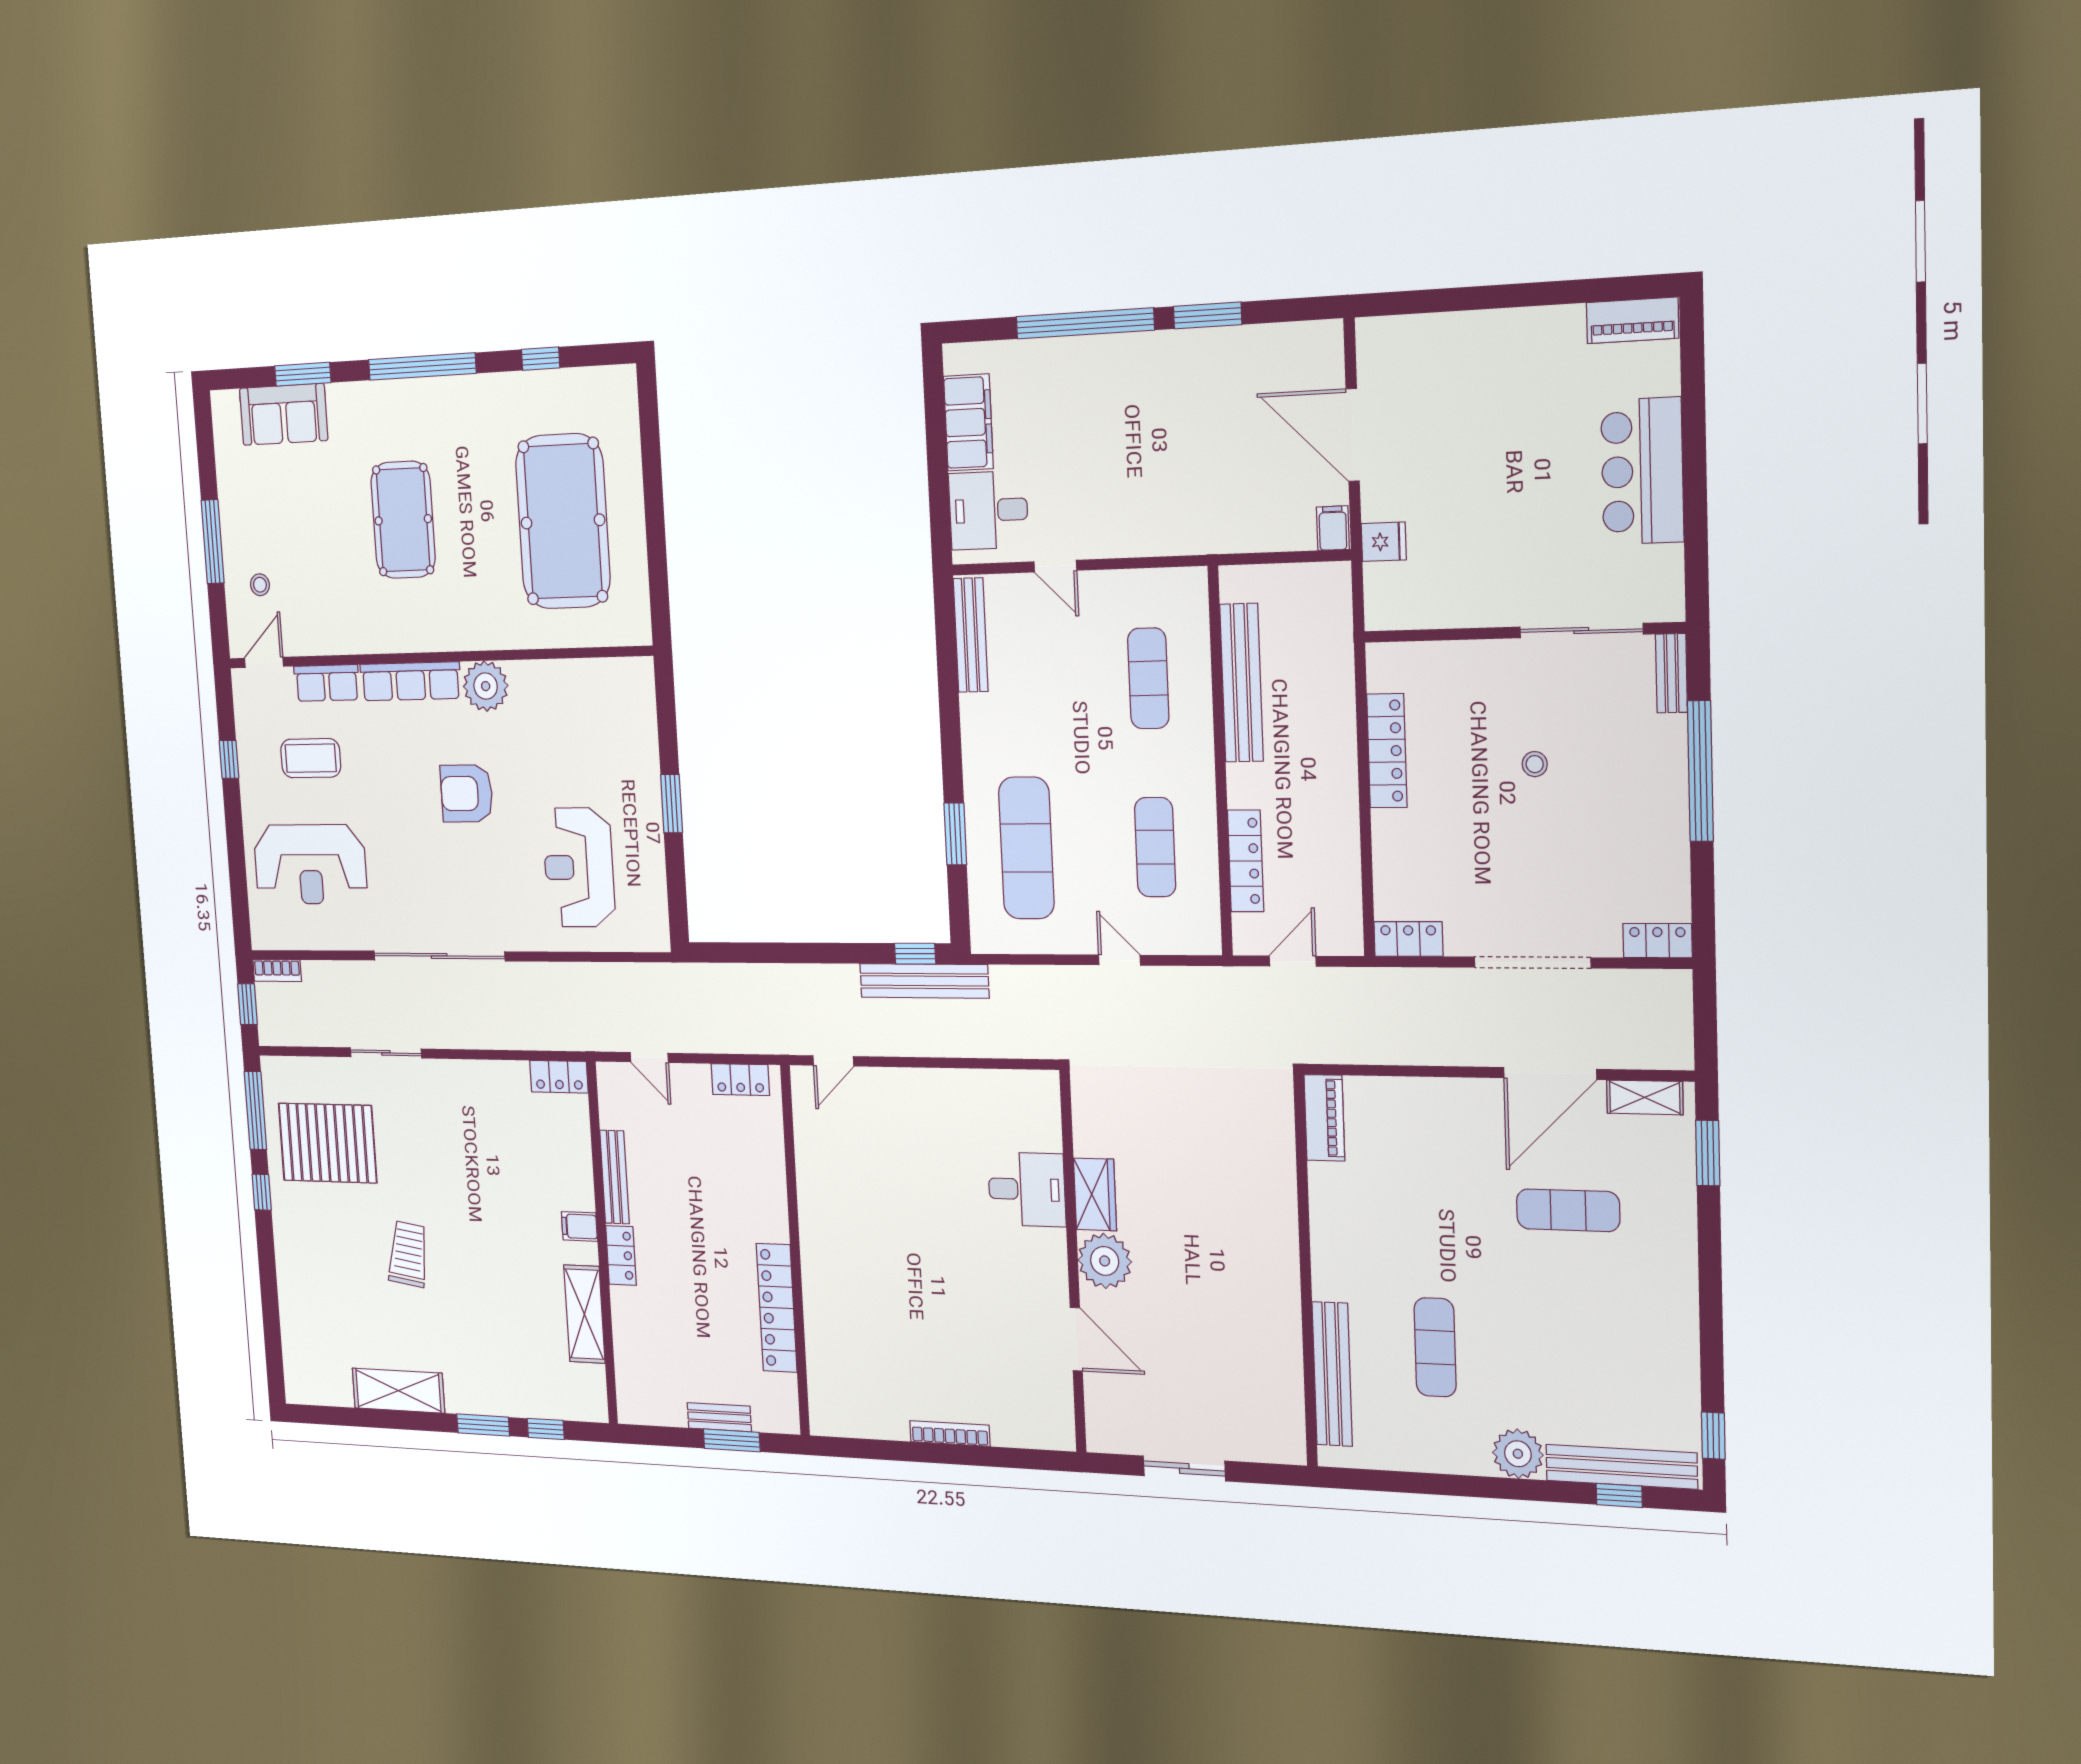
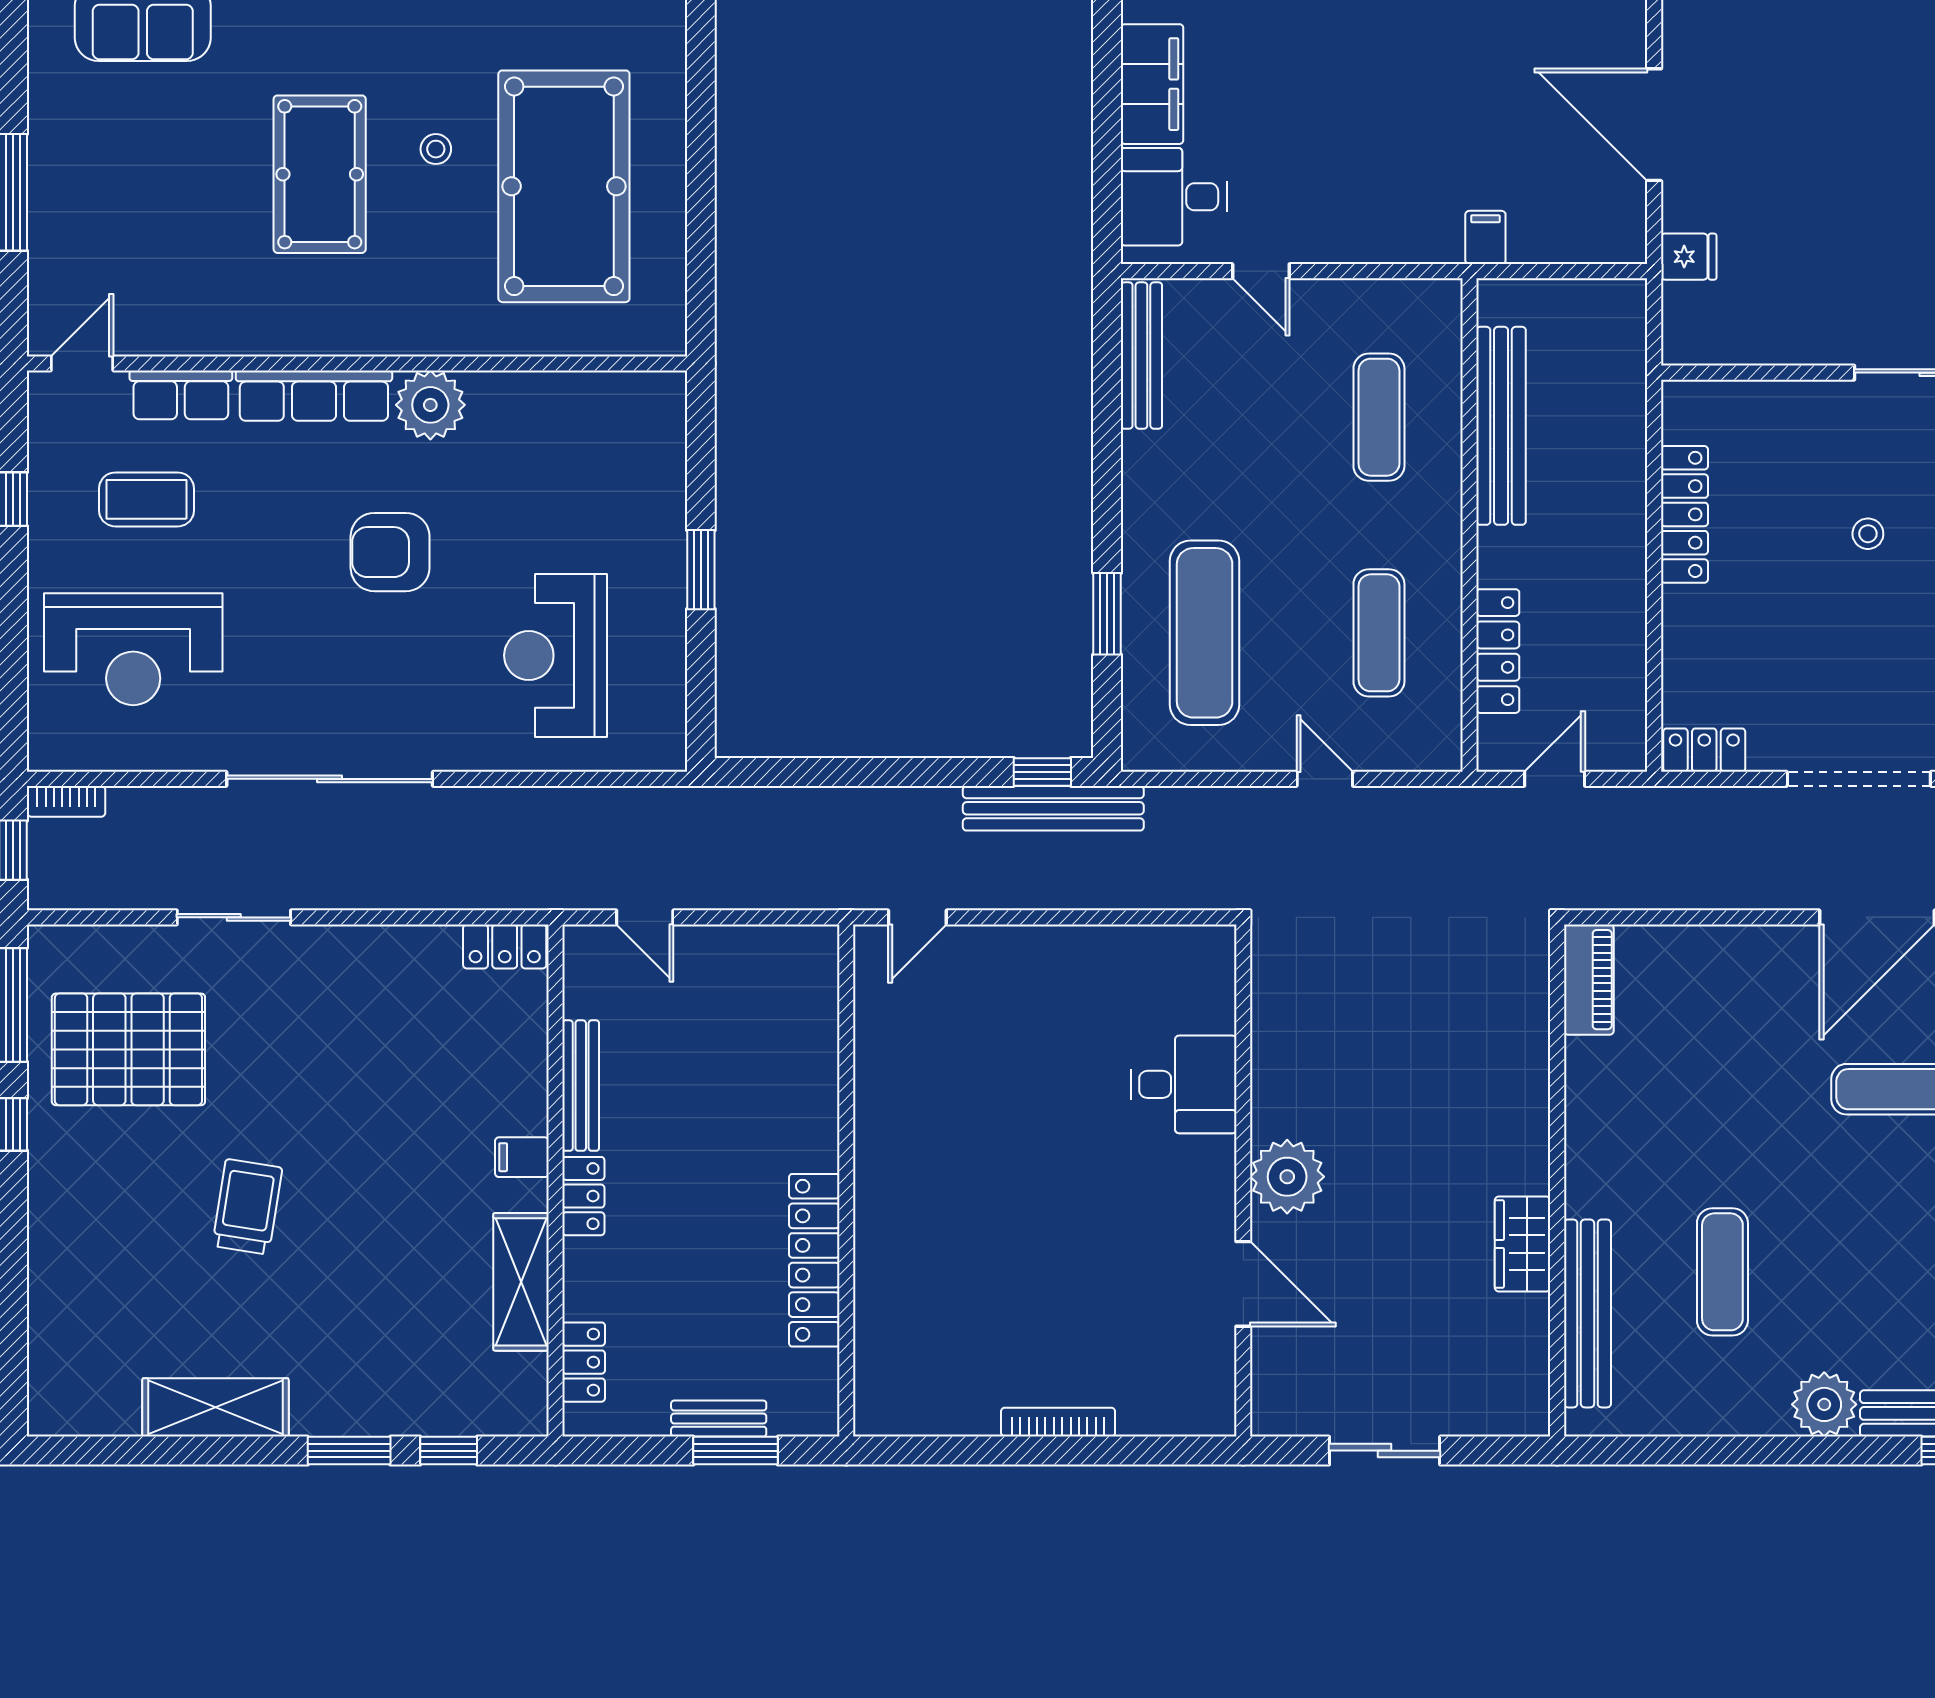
filing cabinet: (1333, 528) -> (1485, 237), moved
stool: (260, 585) -> (436, 149), moved
locker: (740, 1080) -> (584, 1362), moved, turned -90
wardrobe: (1095, 1194) -> (1523, 1244), moved, turned 180

